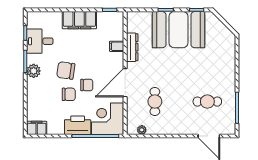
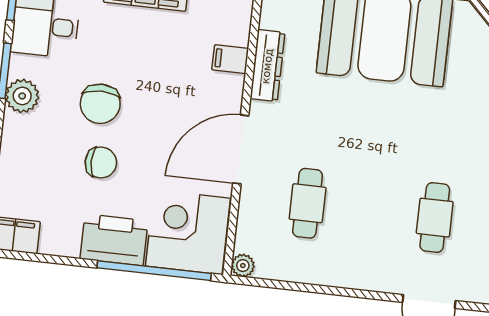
chair: (66, 70) -> (100, 104), turned -98
chair: (87, 85) -> (147, 145), removed
cafe table: (207, 102) -> (435, 218), turned 90
plant: (142, 130) -> (243, 266), moved

